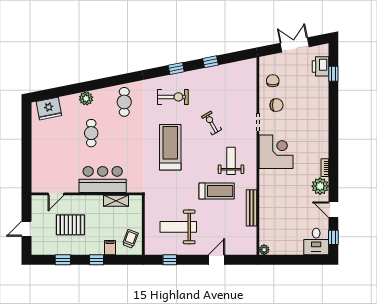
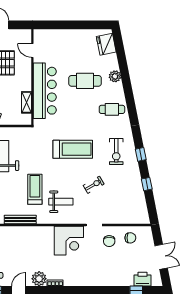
cafe table: (91, 133) -> (85, 81), width x1.37, depth x1.35
bar counter: (103, 180) -> (45, 91), width x1.36
treadmill: (217, 191) -> (35, 189), turned 180

